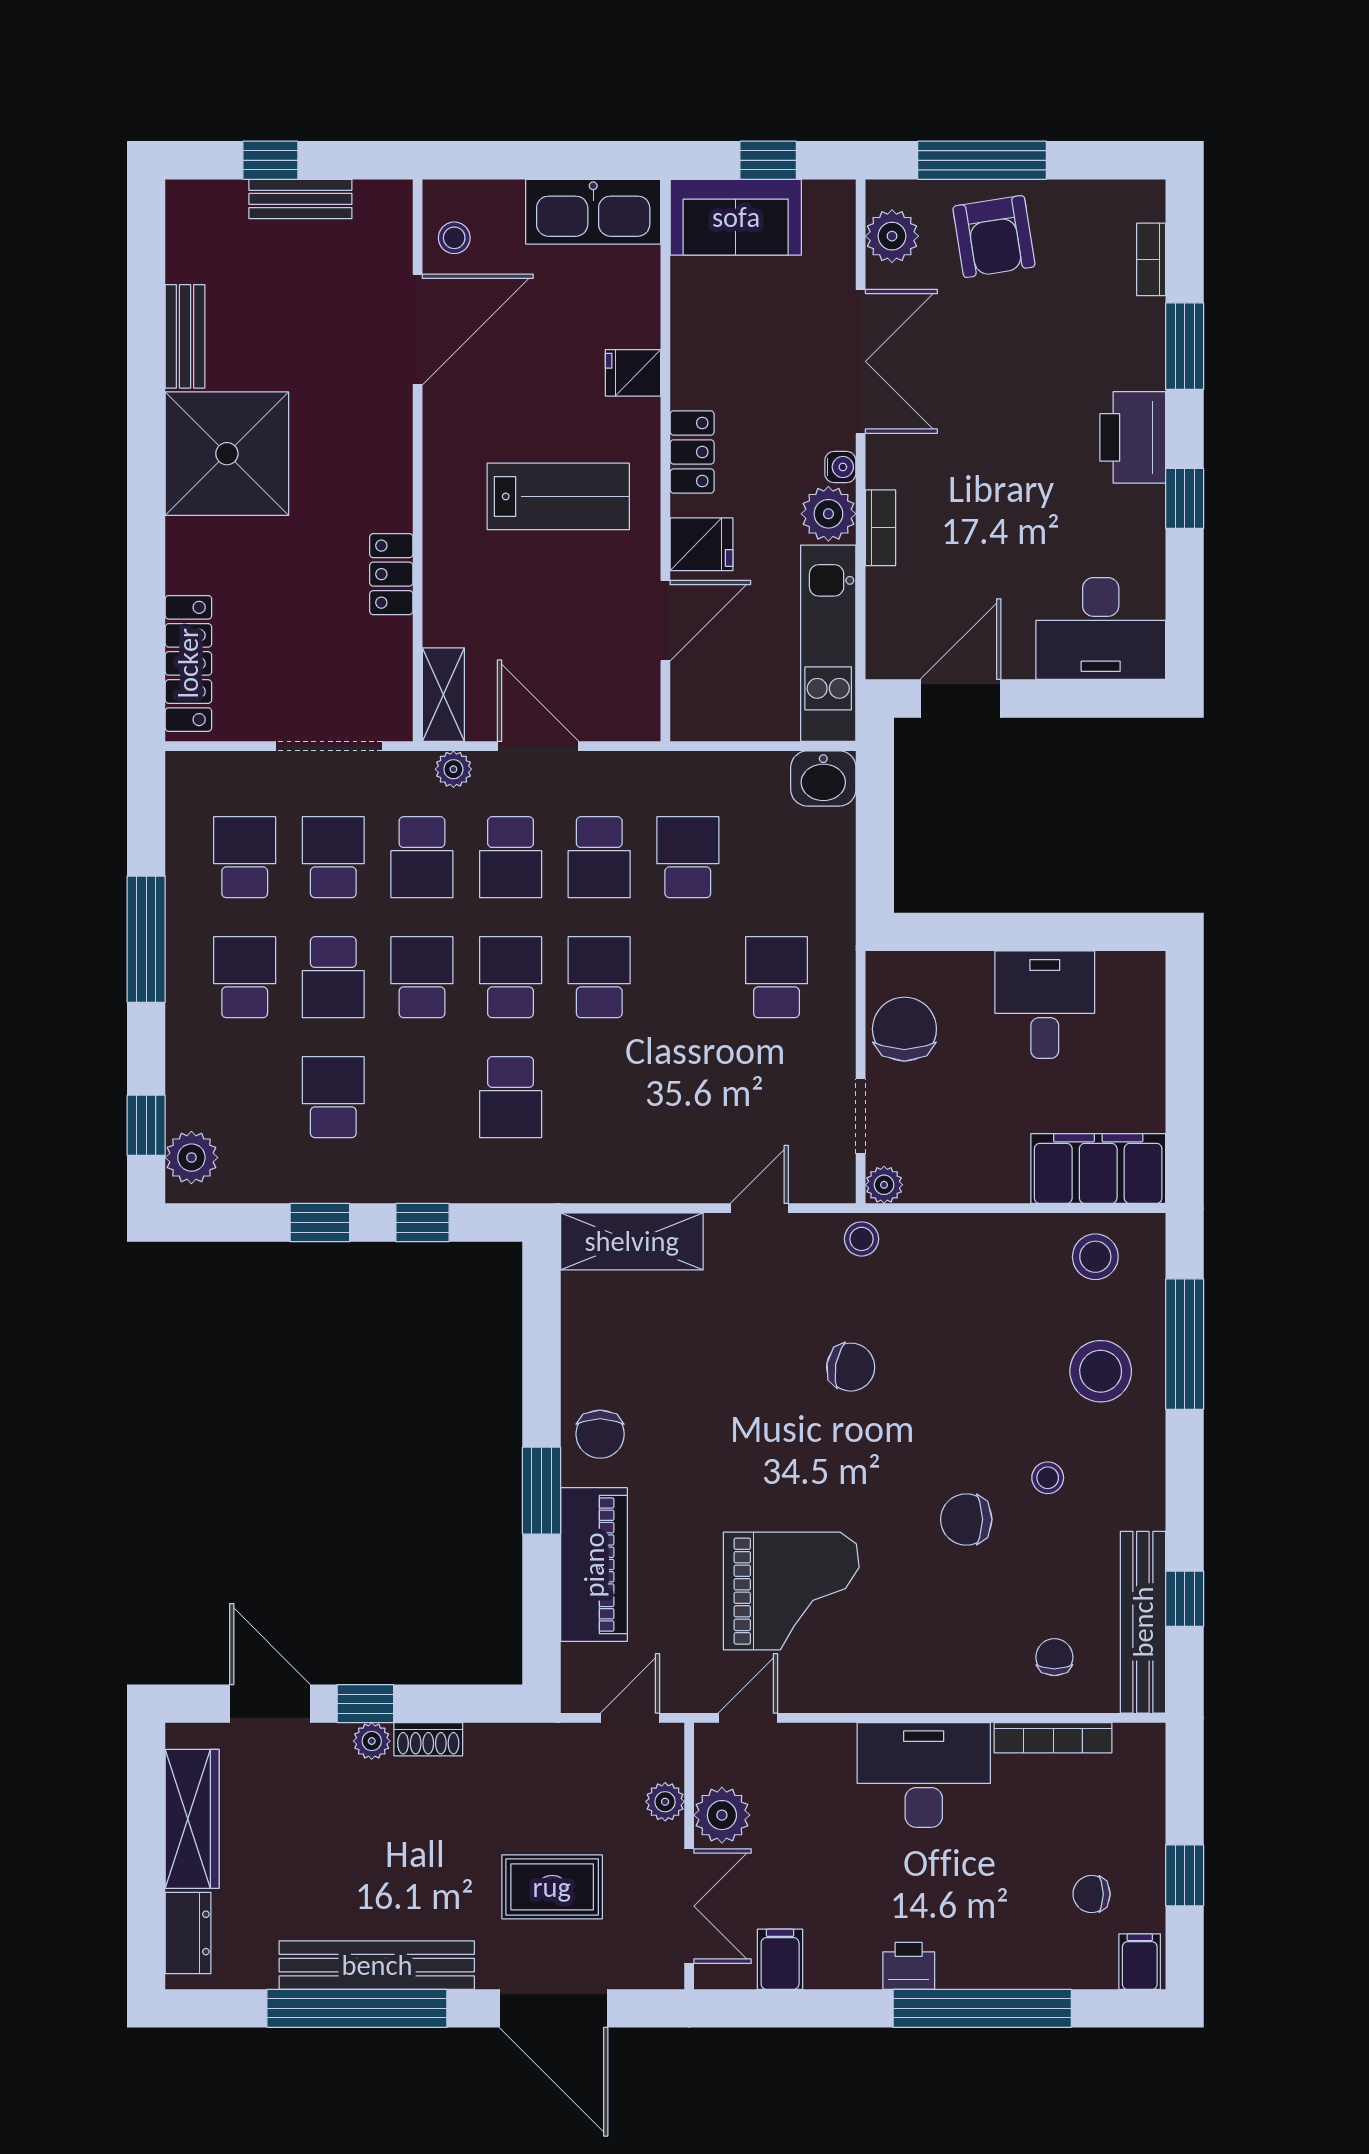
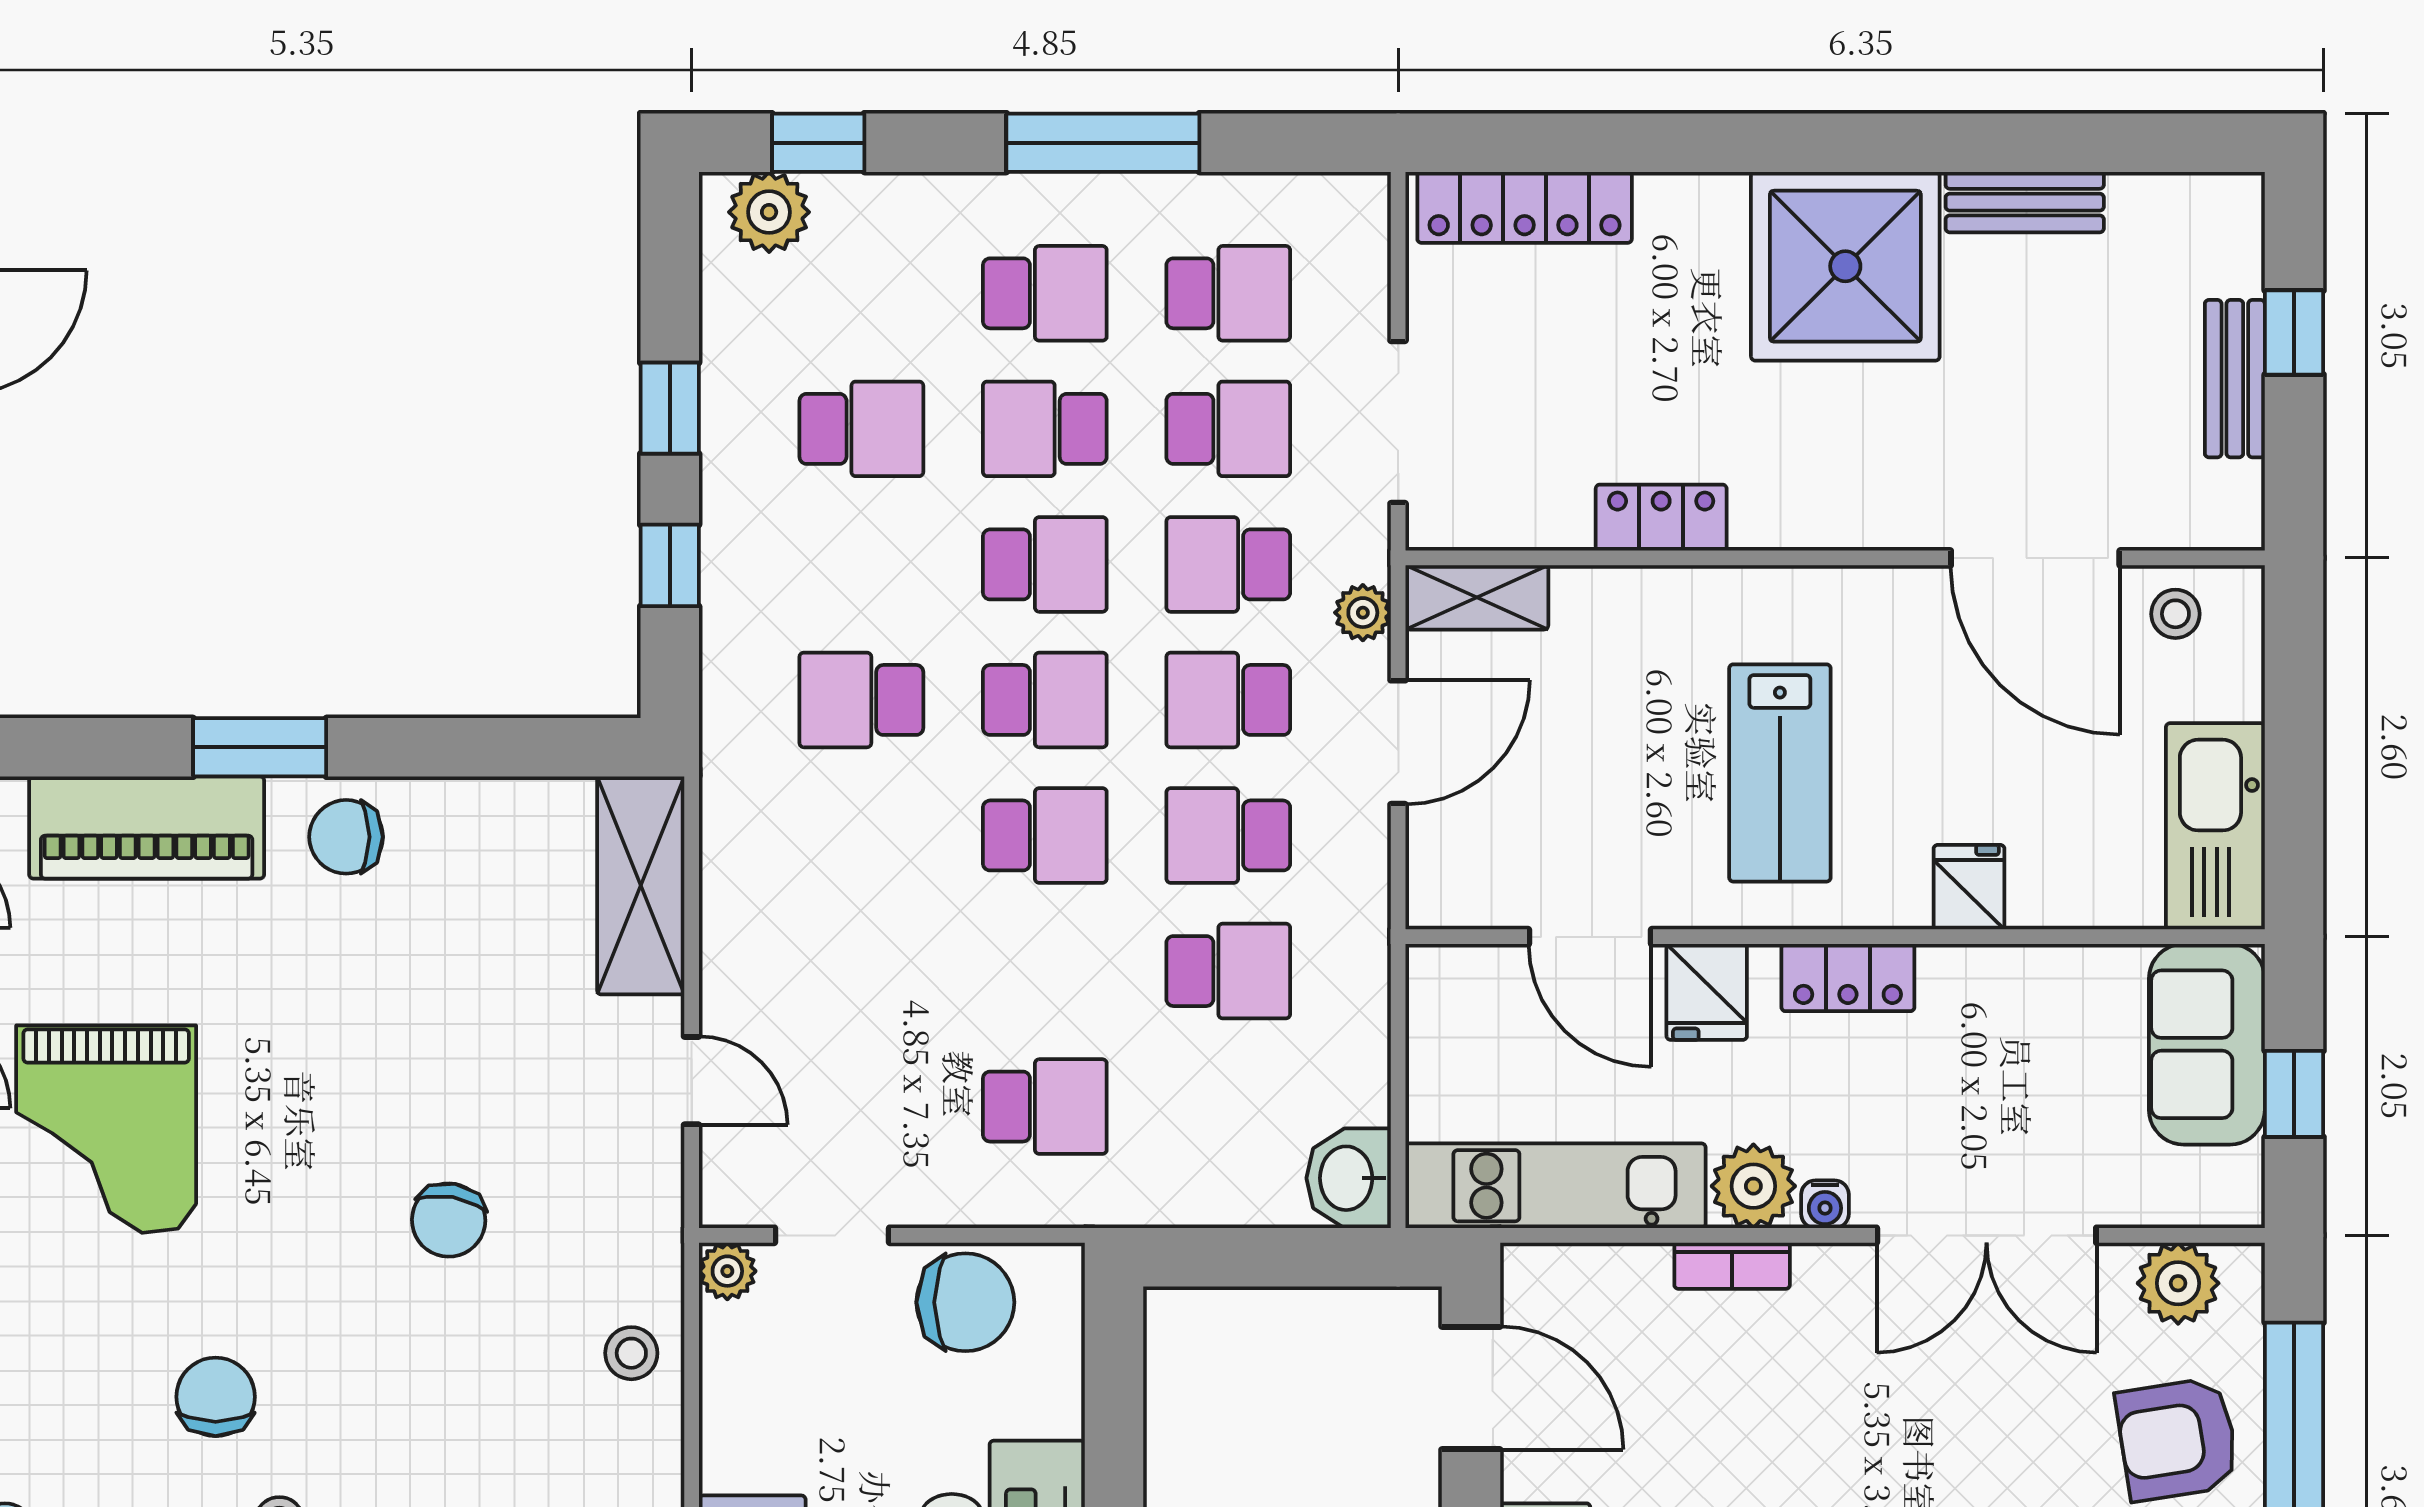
stool: (862, 1239) -> (631, 1353), moved

